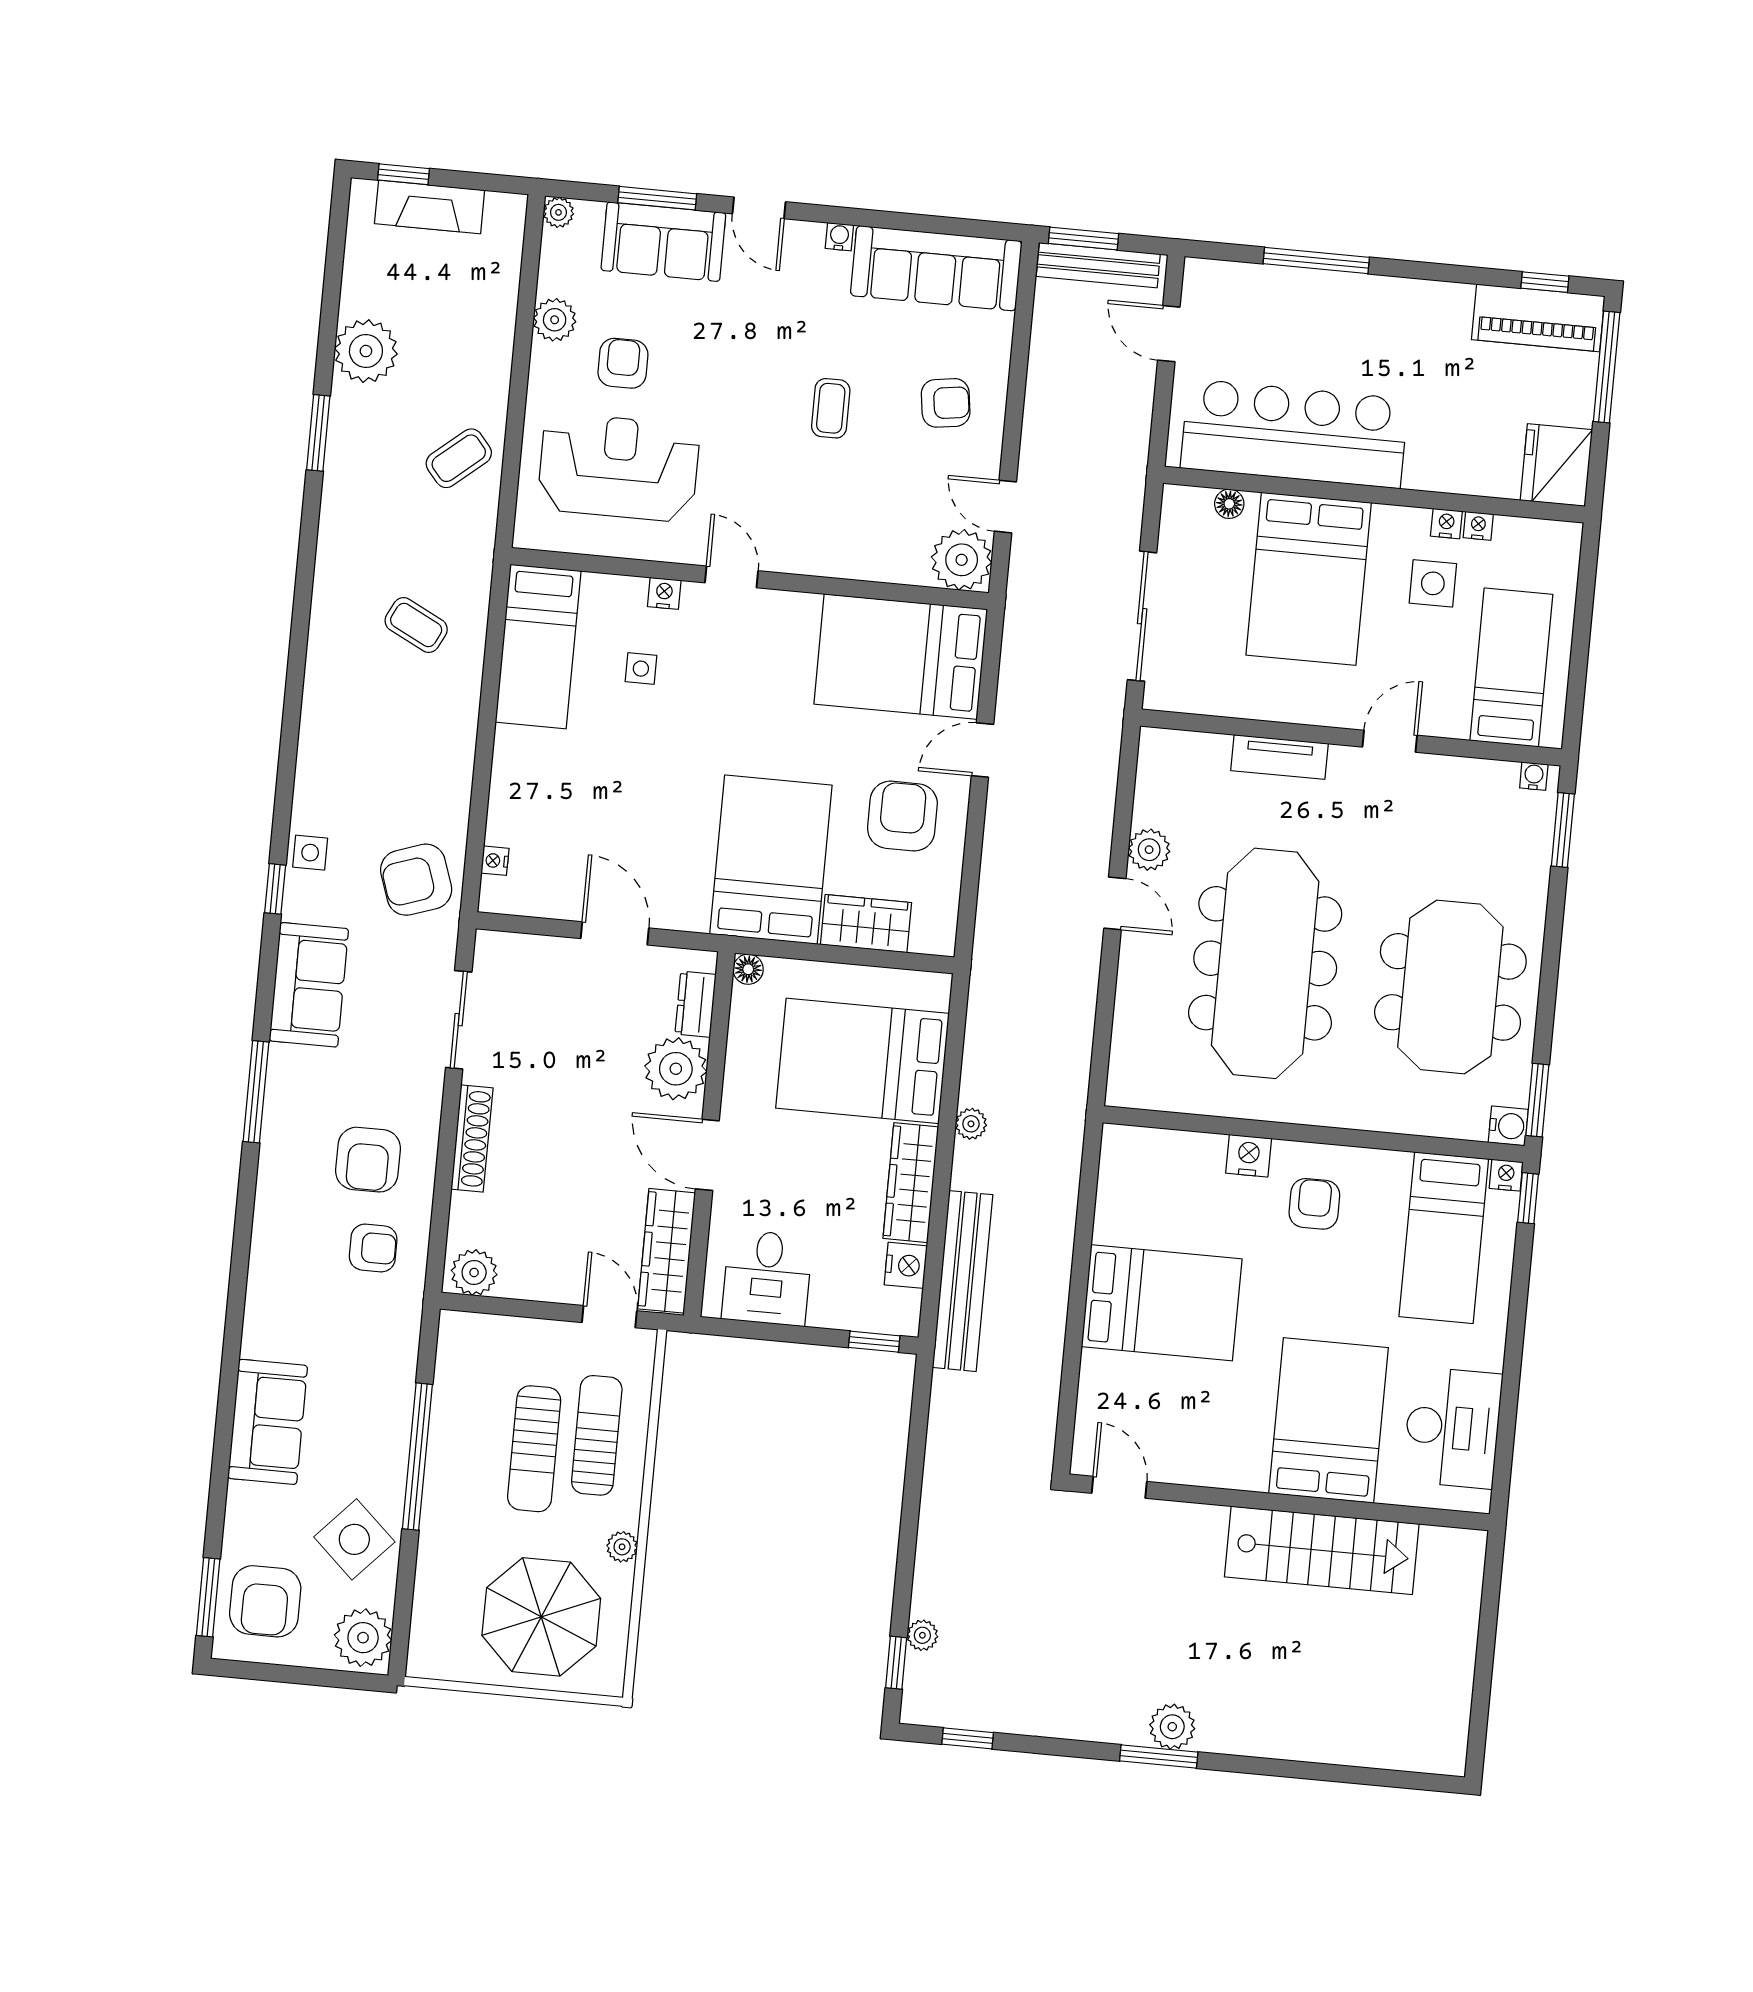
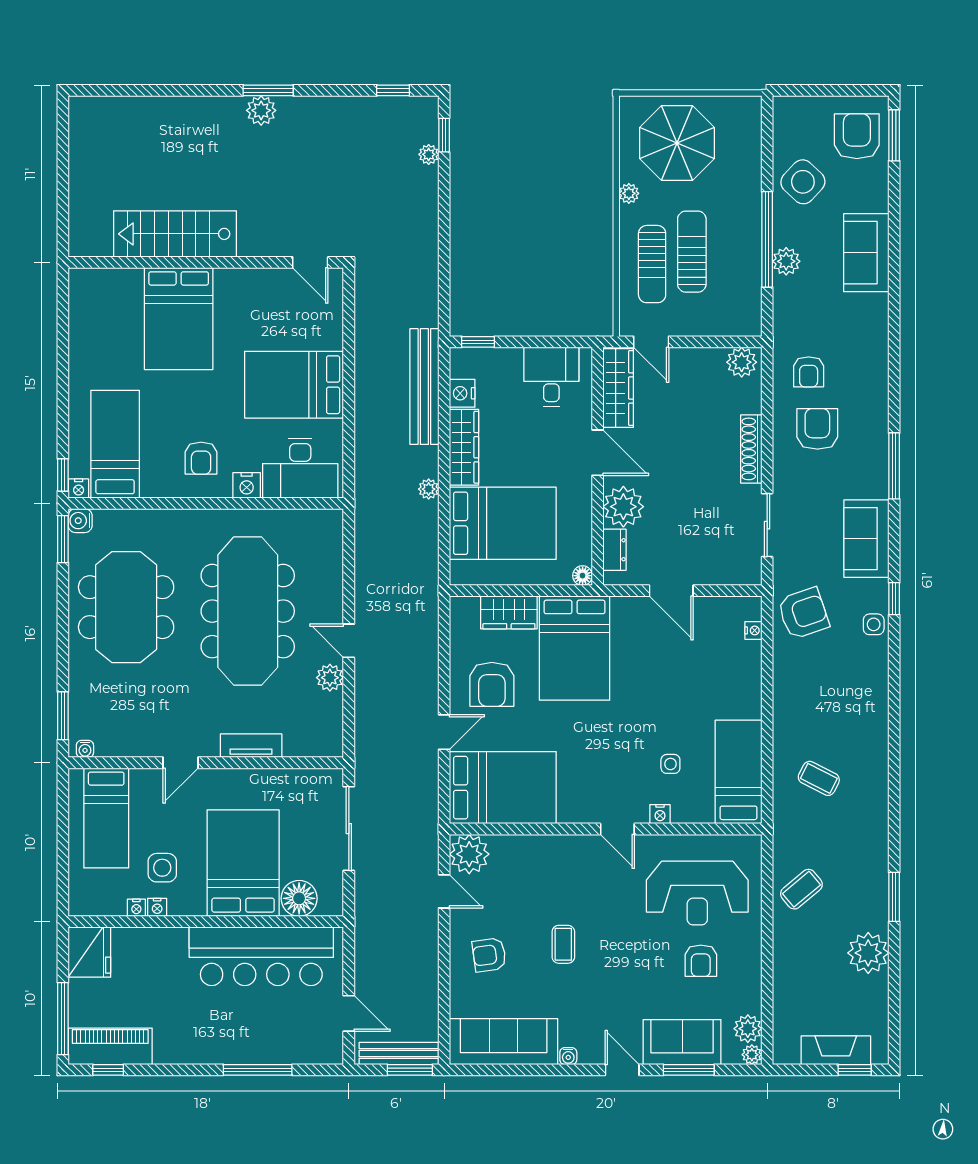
plant: (555, 320) -> (748, 1029), moved
floor lamp: (1229, 504) -> (299, 898), width x1.89, depth x1.89
armchair: (373, 1248) -> (809, 372), turned -90
desk: (1452, 1428) -> (300, 468), moved, turned -90
plant: (363, 1638) -> (786, 261), moved, width x0.73, depth x0.73

